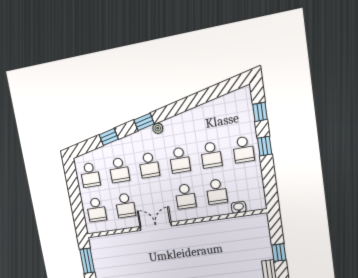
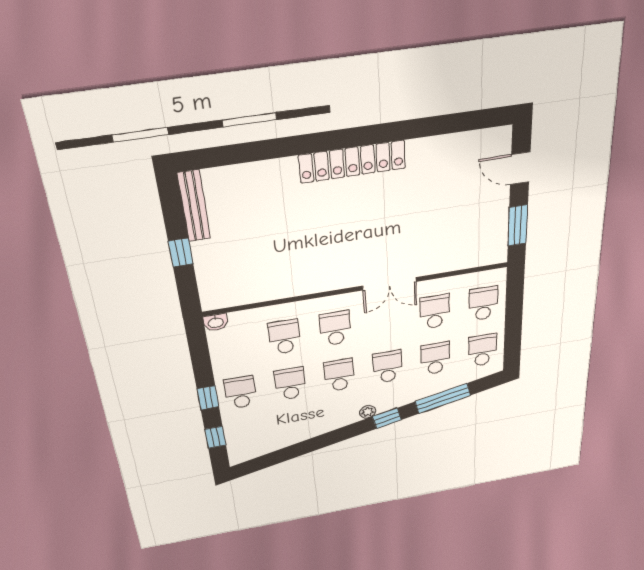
window: (109, 137) -> (443, 398), width x2.17
washbasin: (239, 207) -> (216, 322), moved

